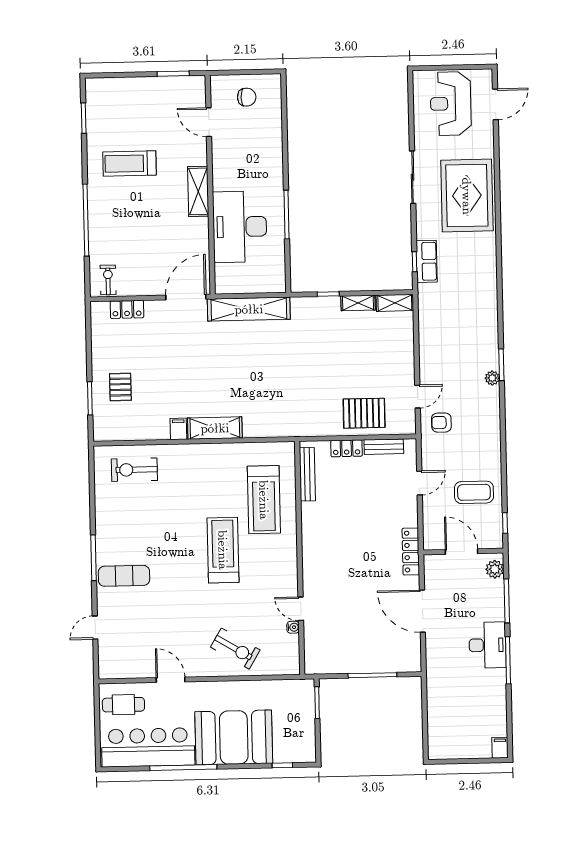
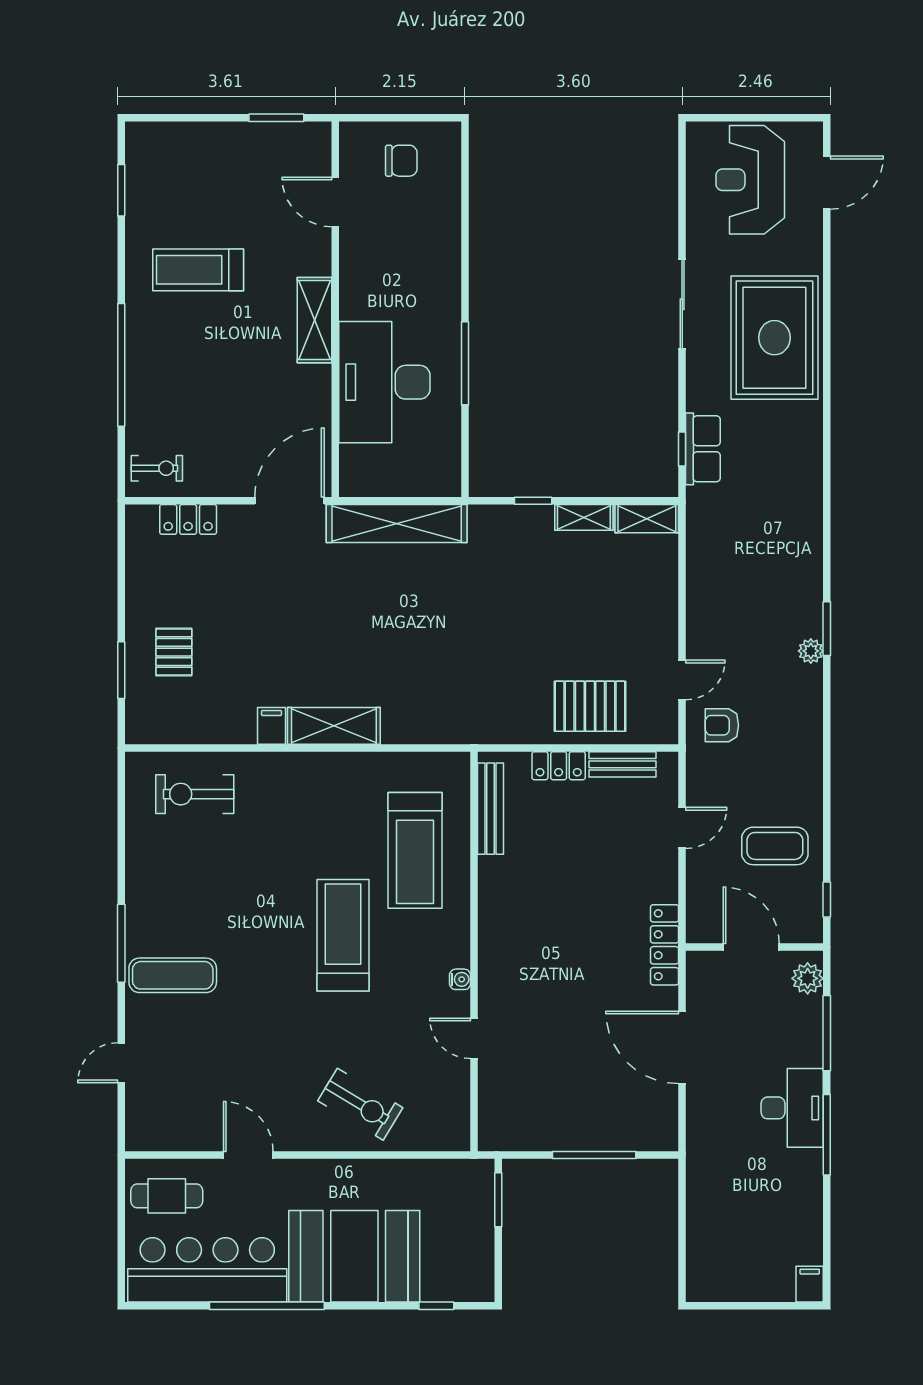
exercise bike: (108, 280) -> (157, 468), turned 90
water cooler: (293, 627) -> (460, 979), moved

